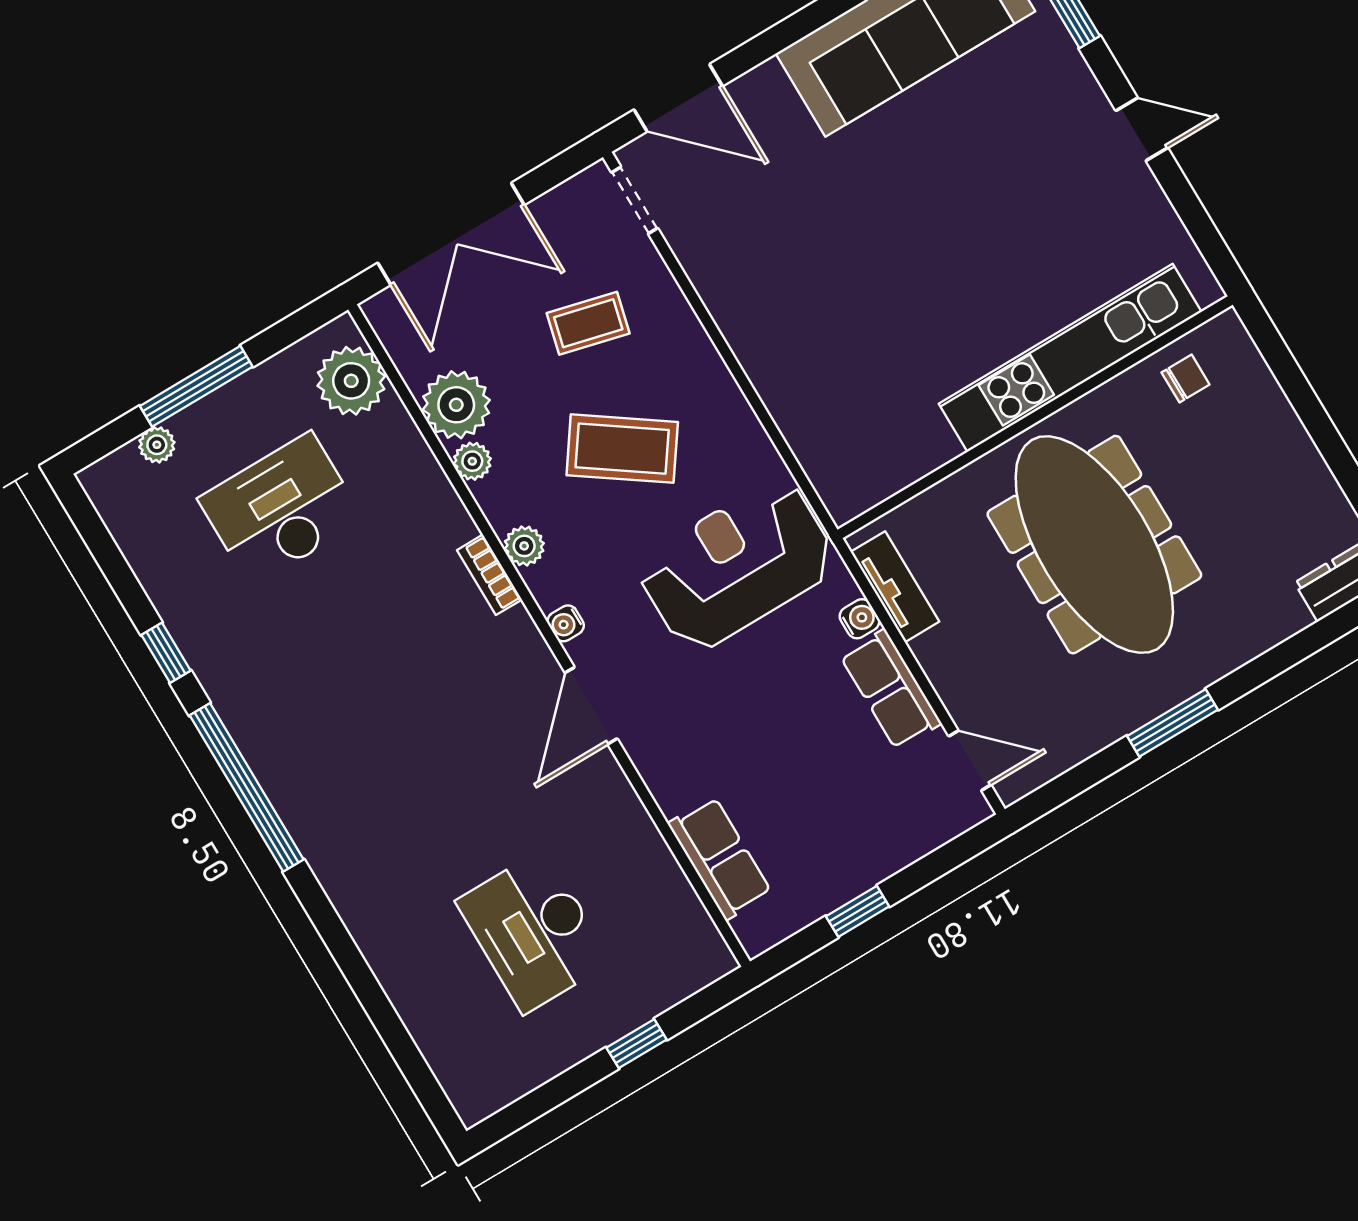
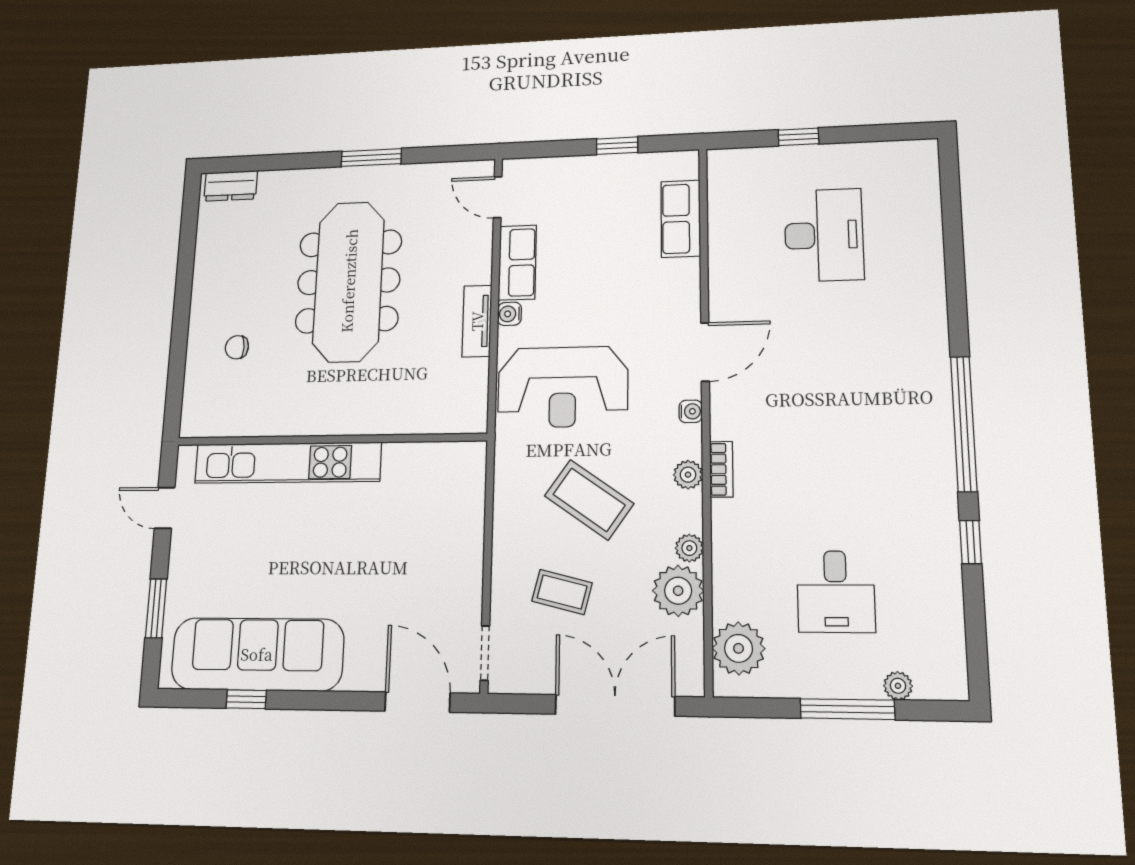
kitchen unit: (1070, 358) -> (288, 463), moved
wall: (1035, 417) -> (330, 439), moved
desk: (281, 509) -> (836, 591), width x0.73

